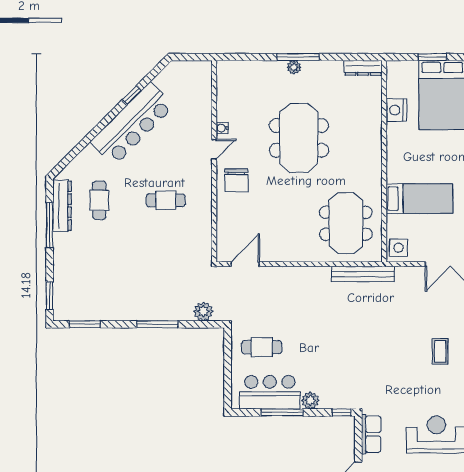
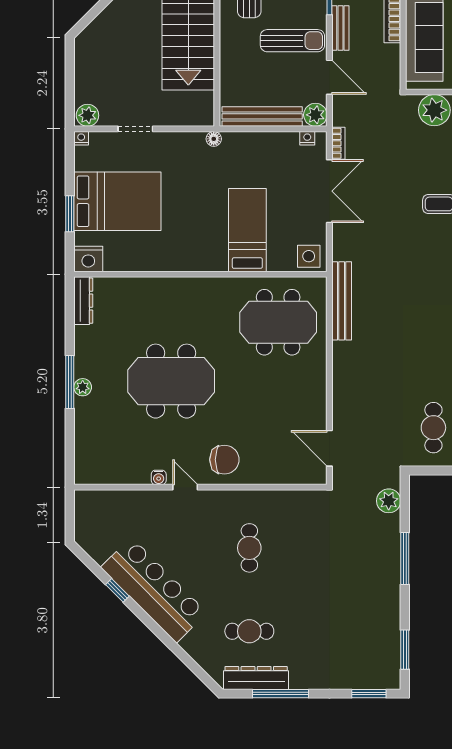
nightstand: (396, 110) -> (88, 259), moved

